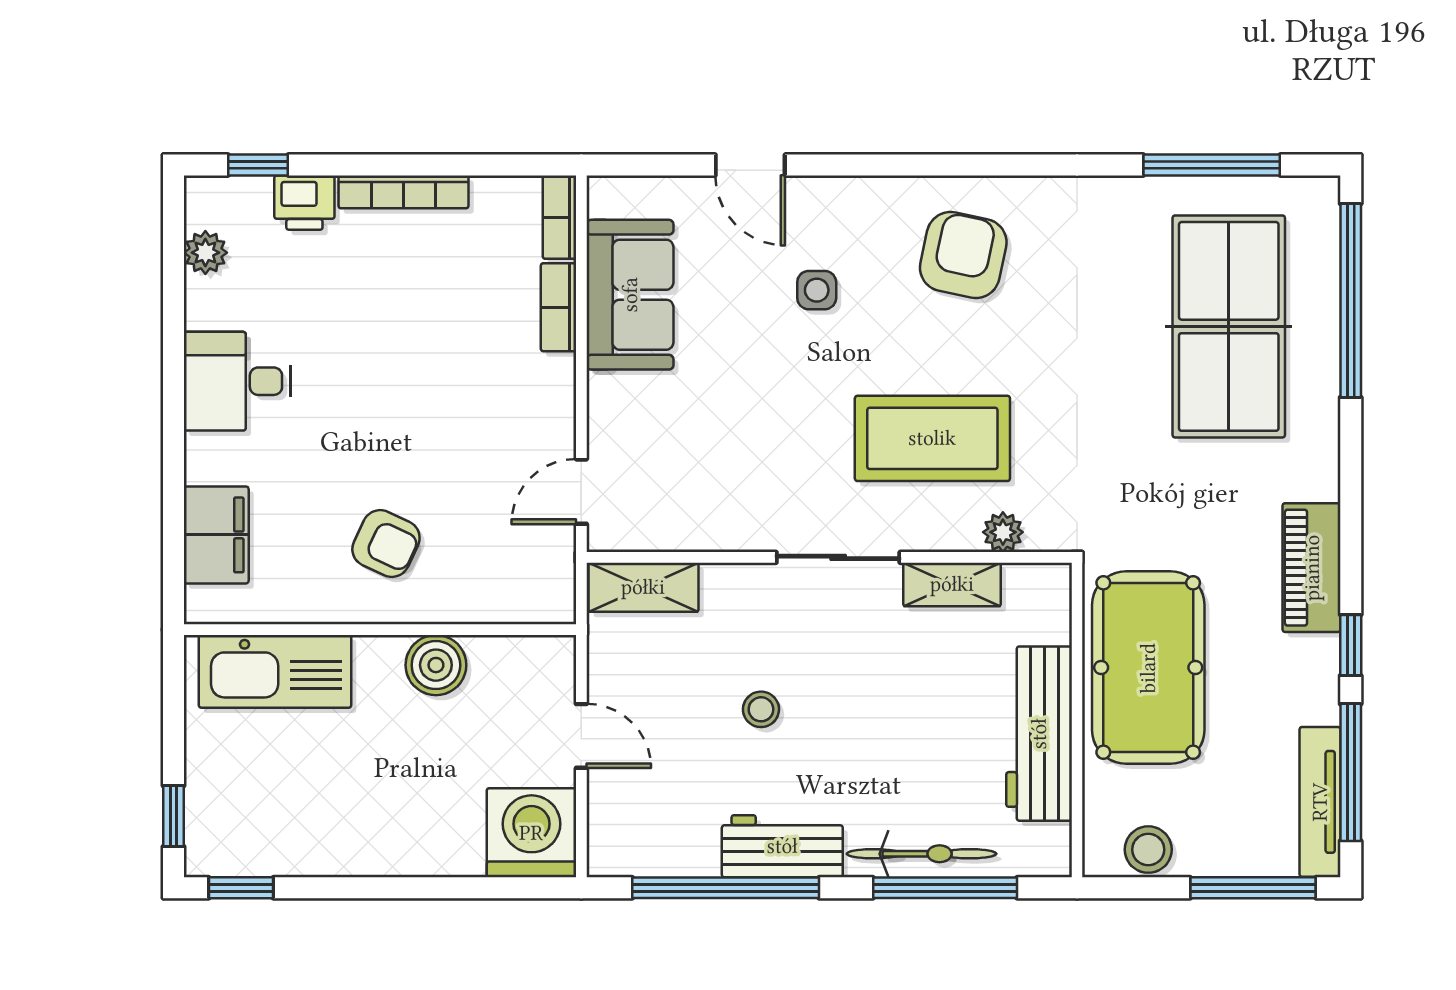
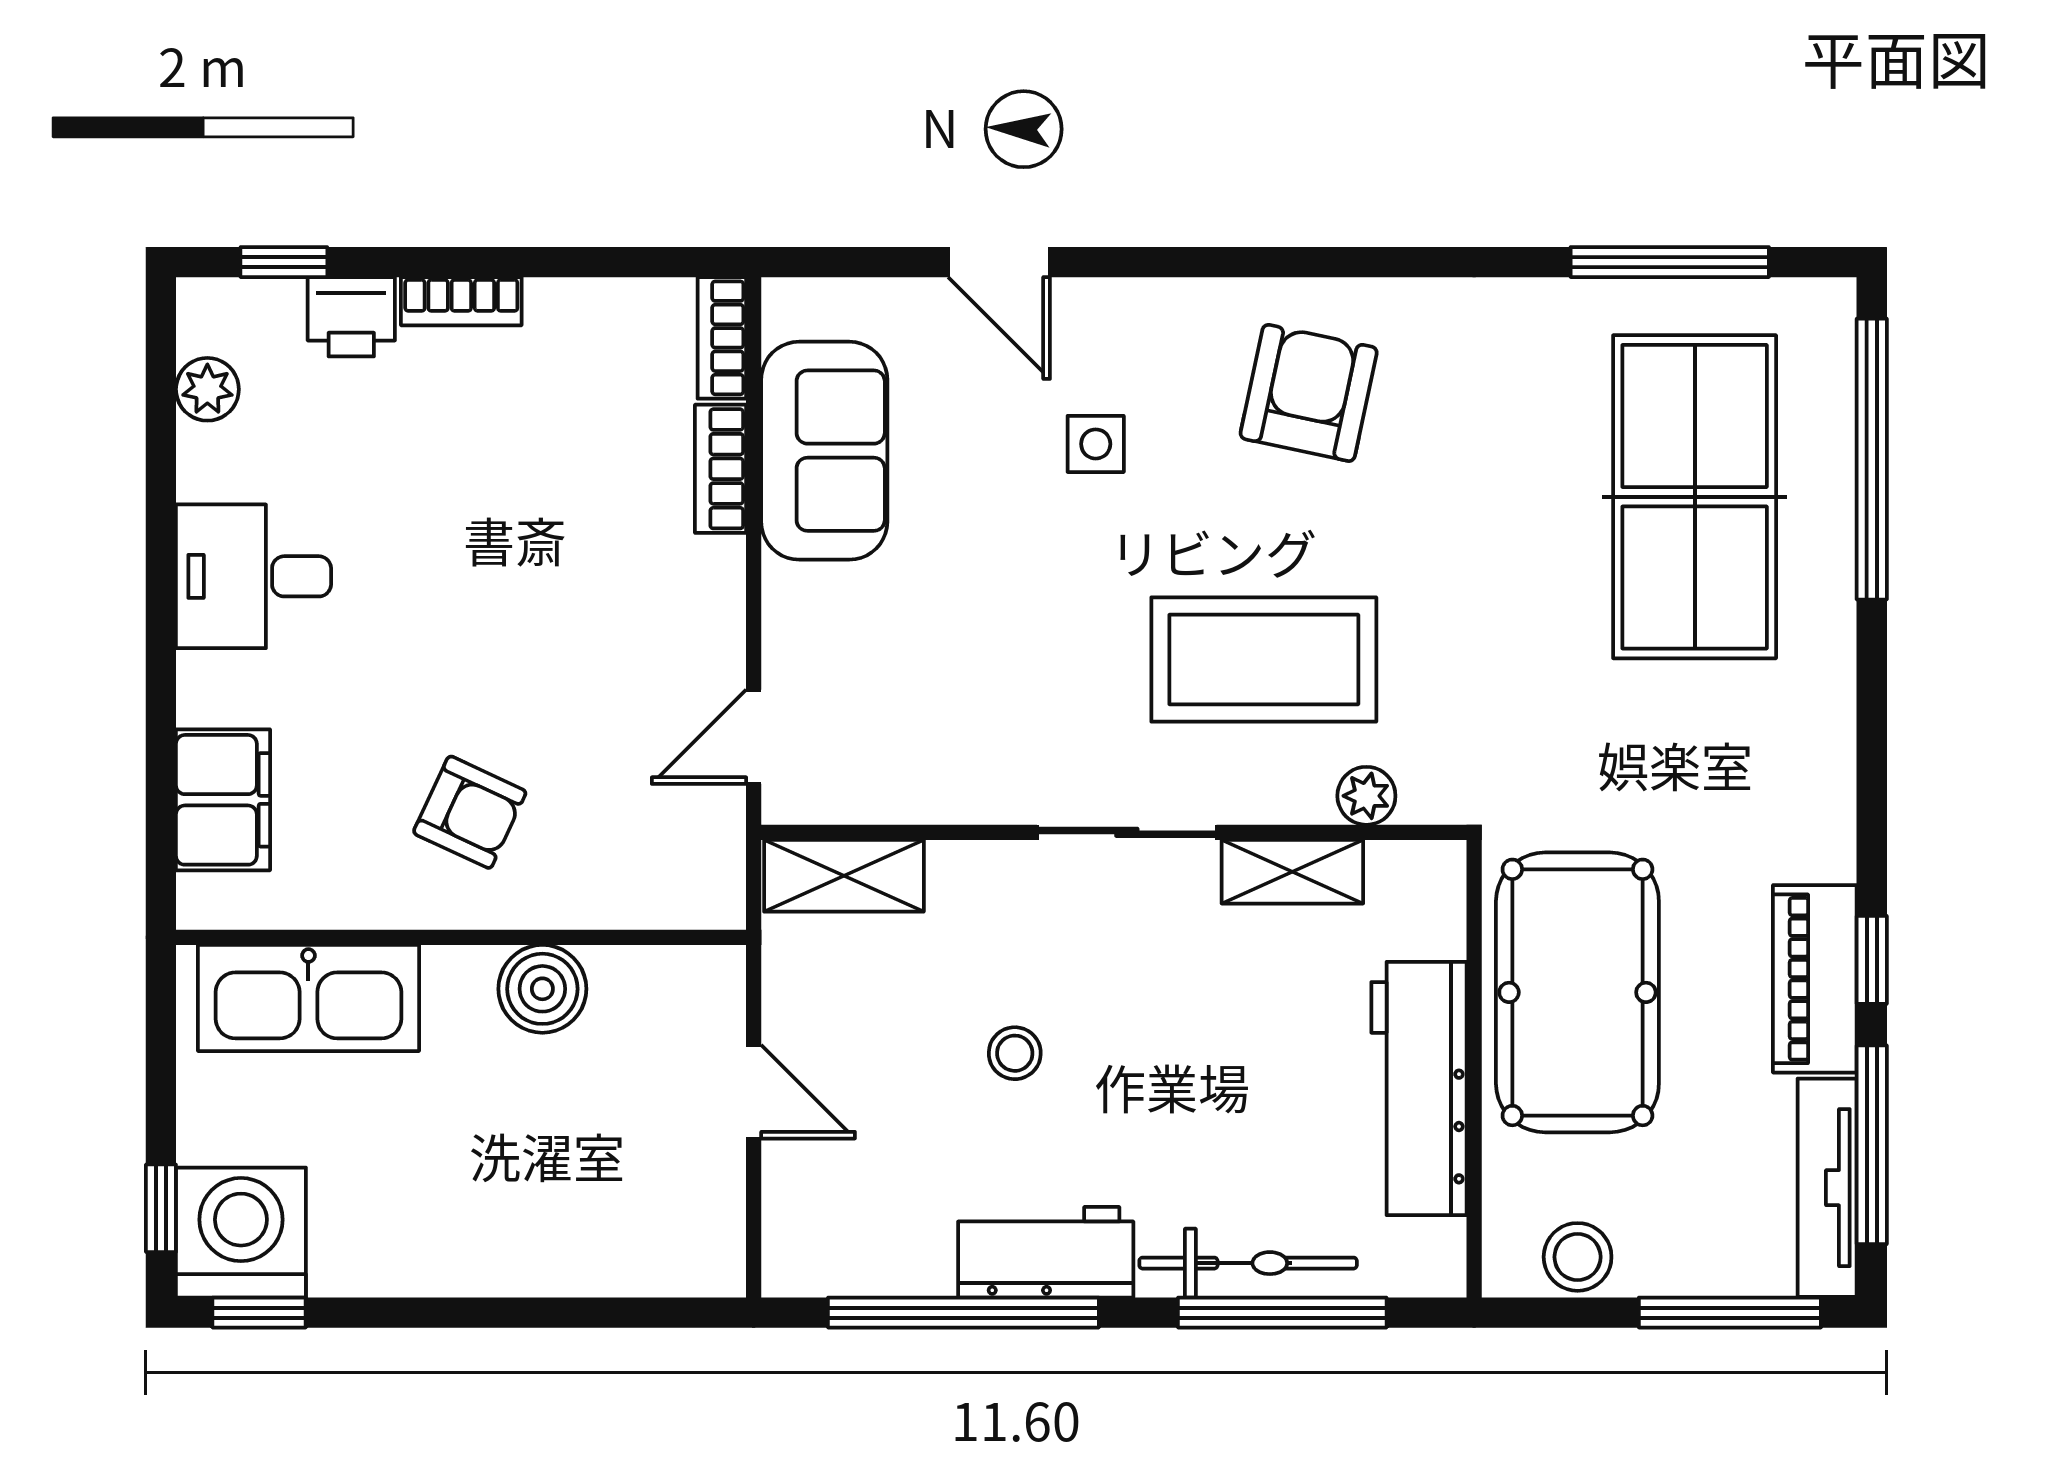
bookcase: (403, 192) -> (461, 301), width x0.64
piano: (1312, 568) -> (1815, 979), moved
washing machine: (531, 833) -> (241, 1233), moved

